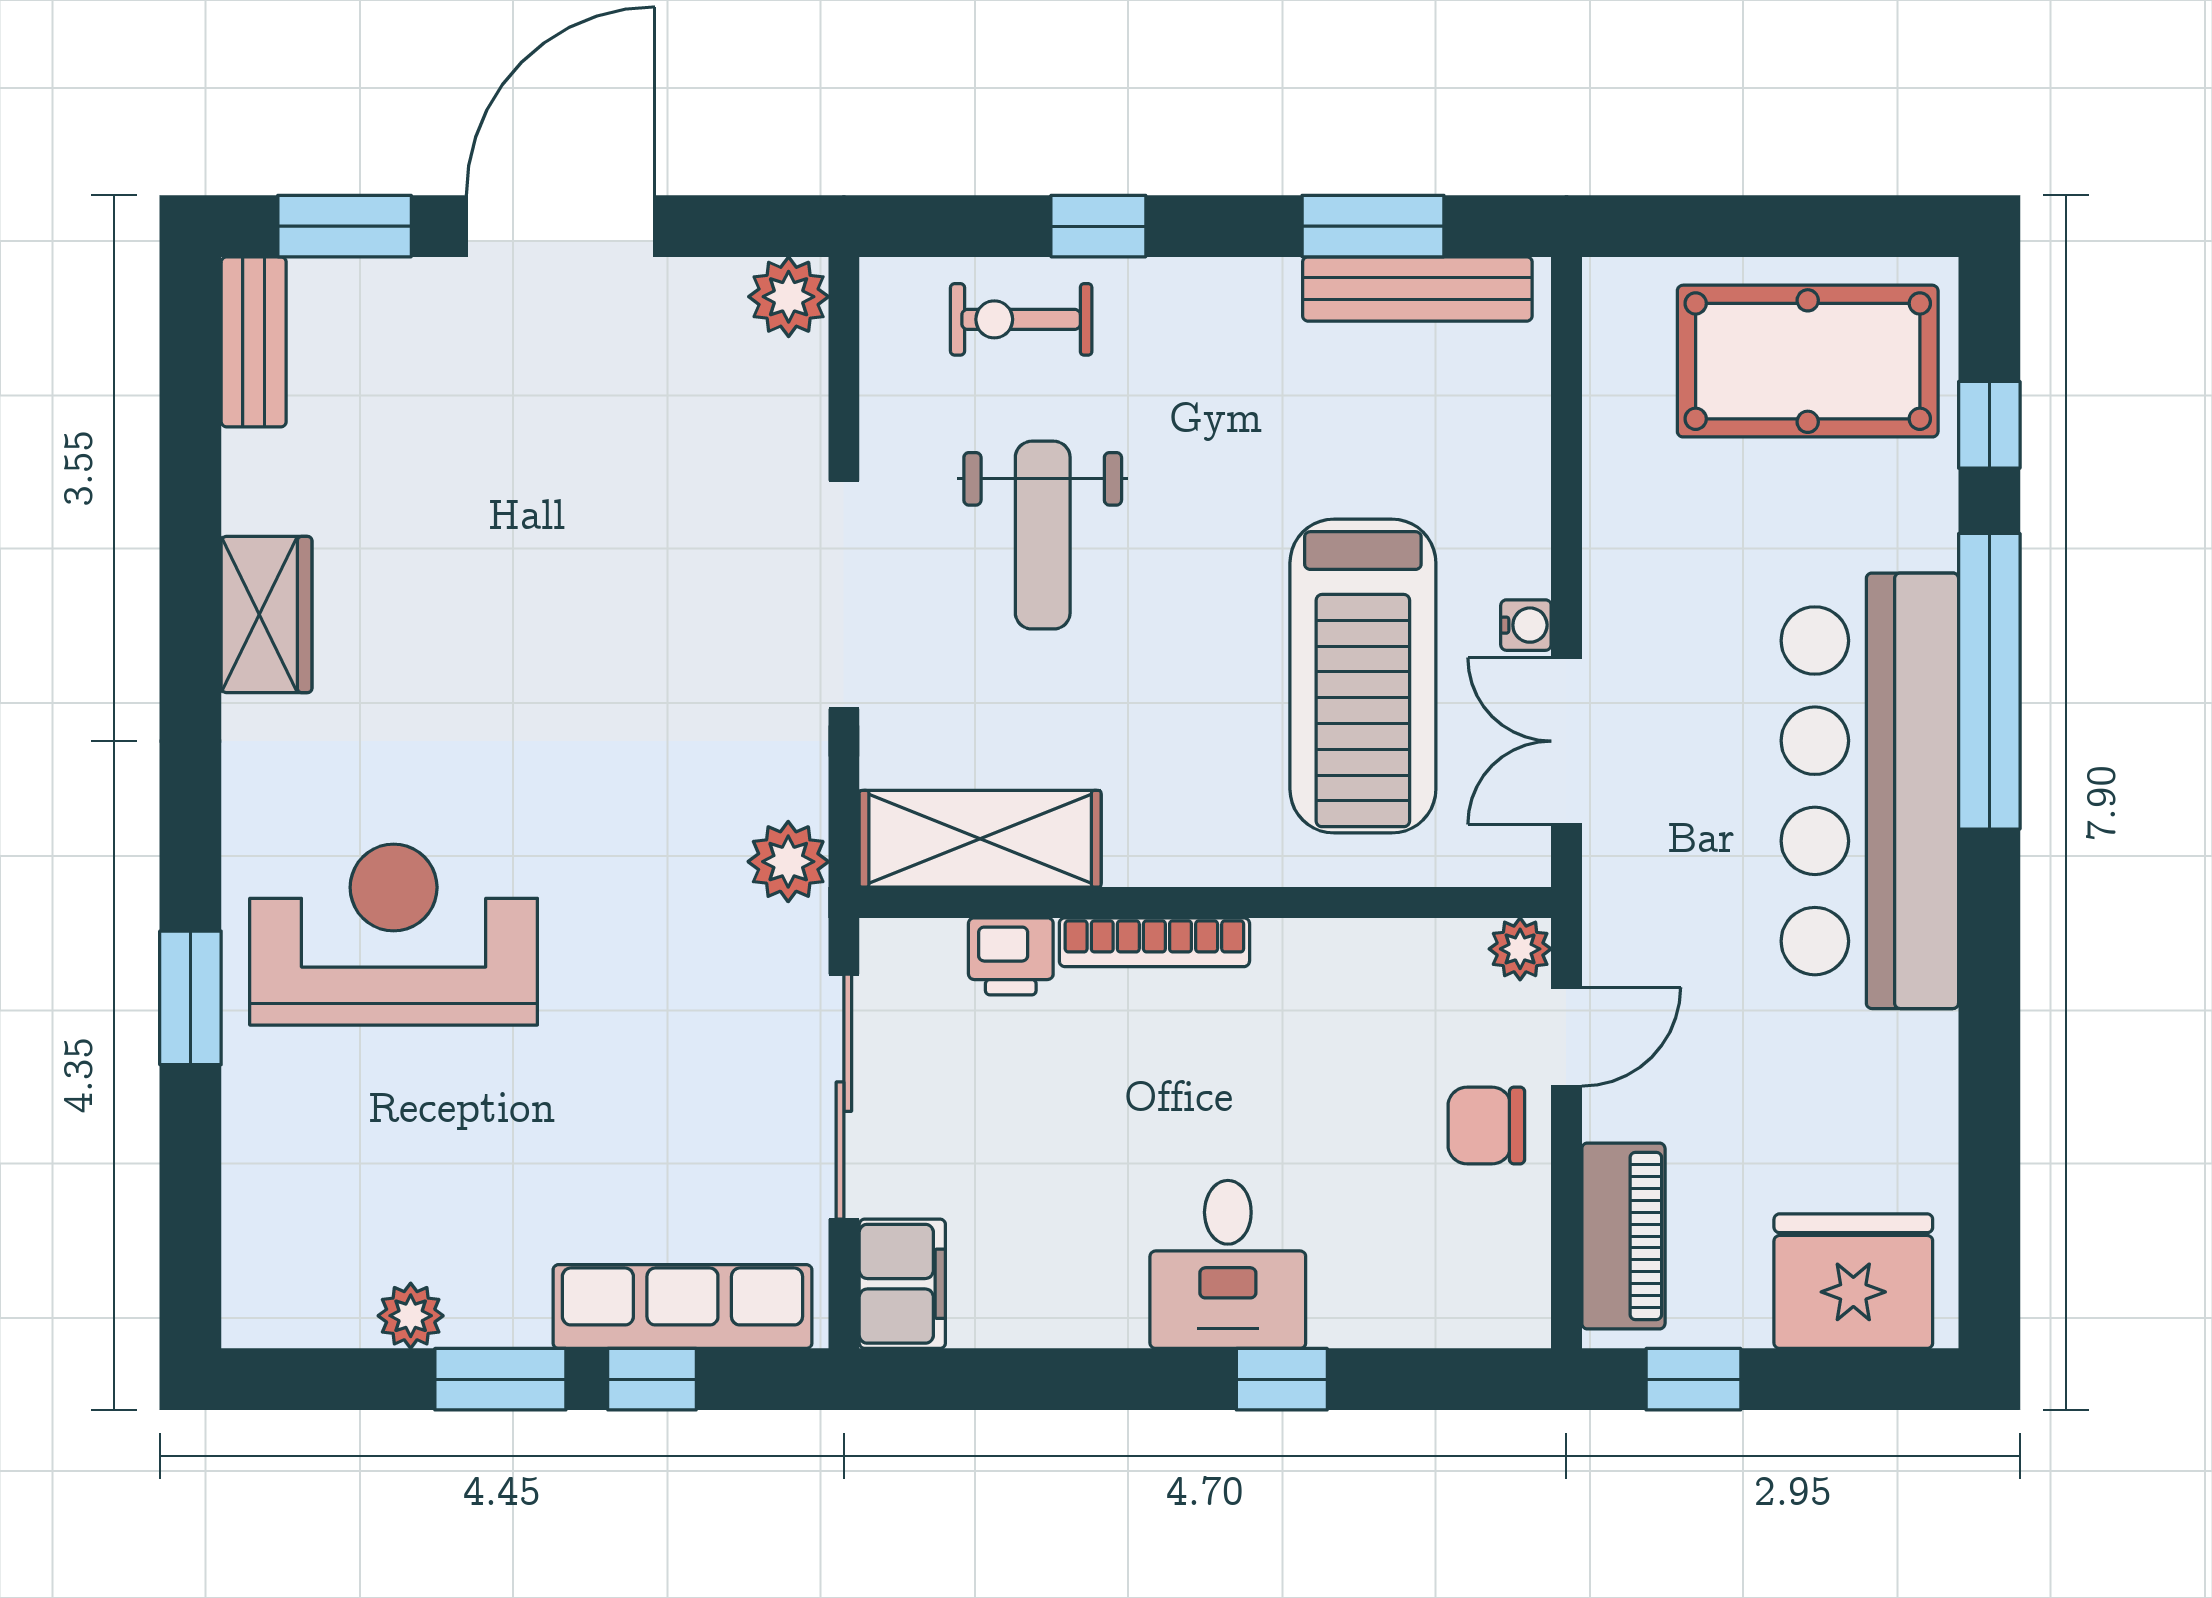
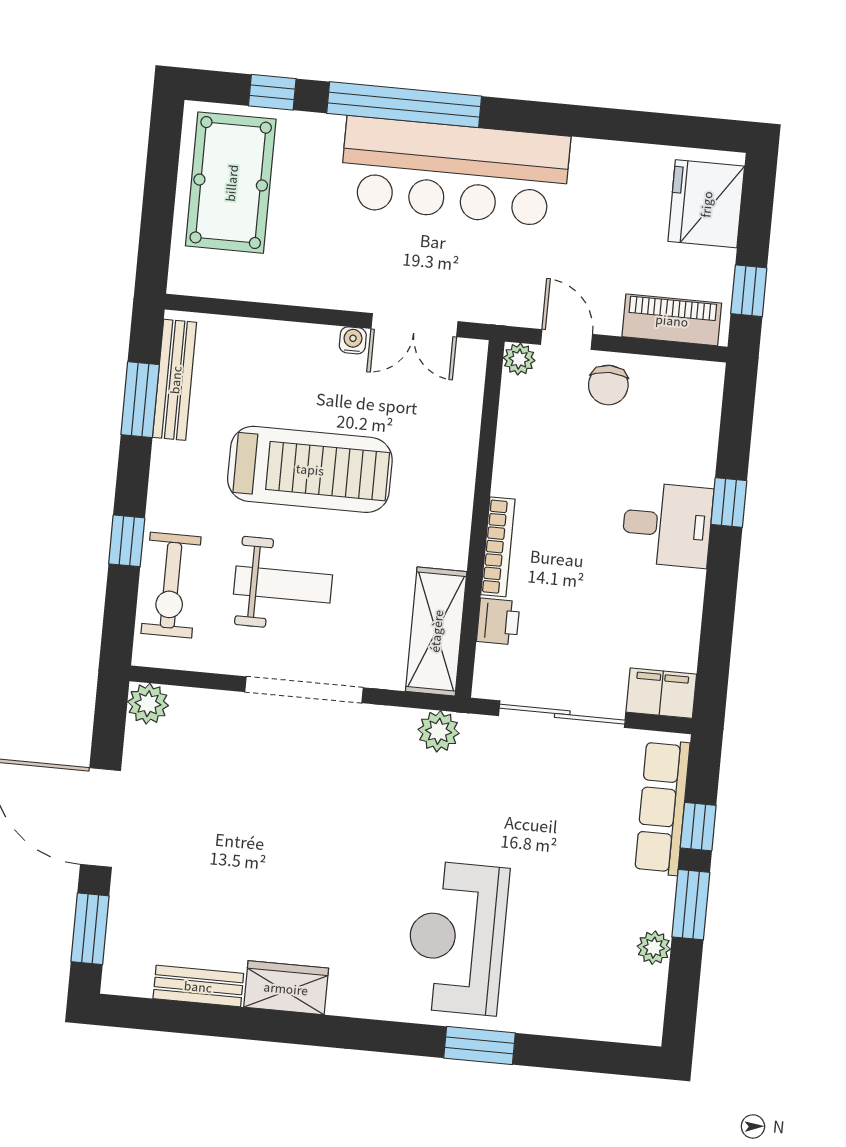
exercise bike: (1021, 319) -> (171, 585), width x1.38, depth x1.39
bench: (254, 342) -> (198, 986), moved
treadmill: (1363, 676) -> (310, 469), moved

